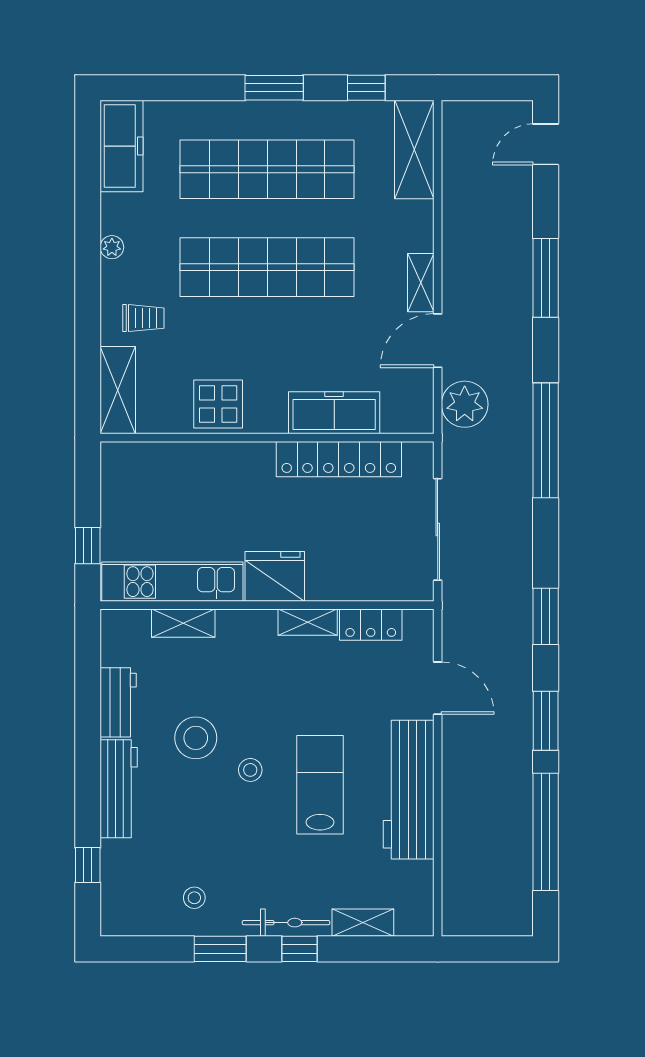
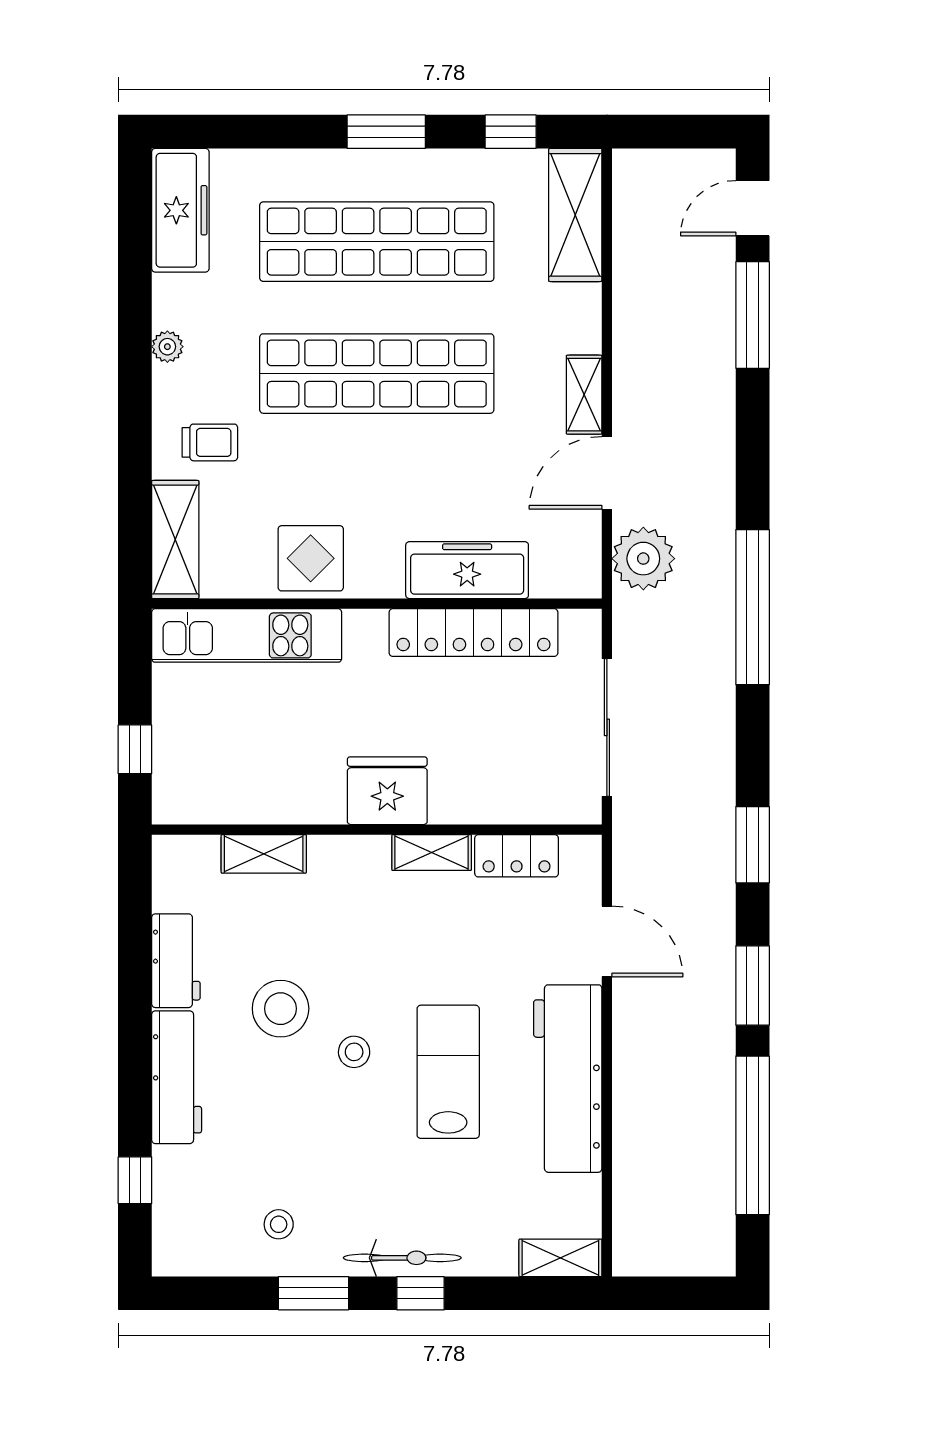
window: (546, 278) -> (753, 315), moved
kitchen unit: (172, 582) -> (247, 635), moved, turned 180
shelving: (363, 923) -> (560, 1258), moved

